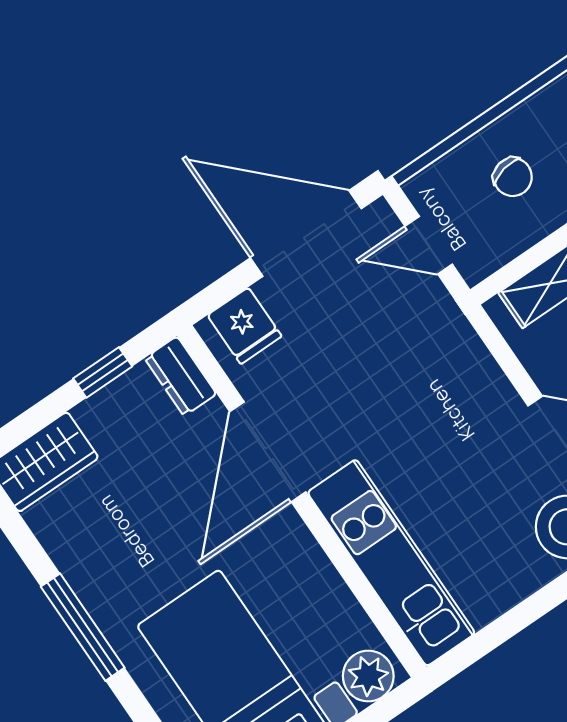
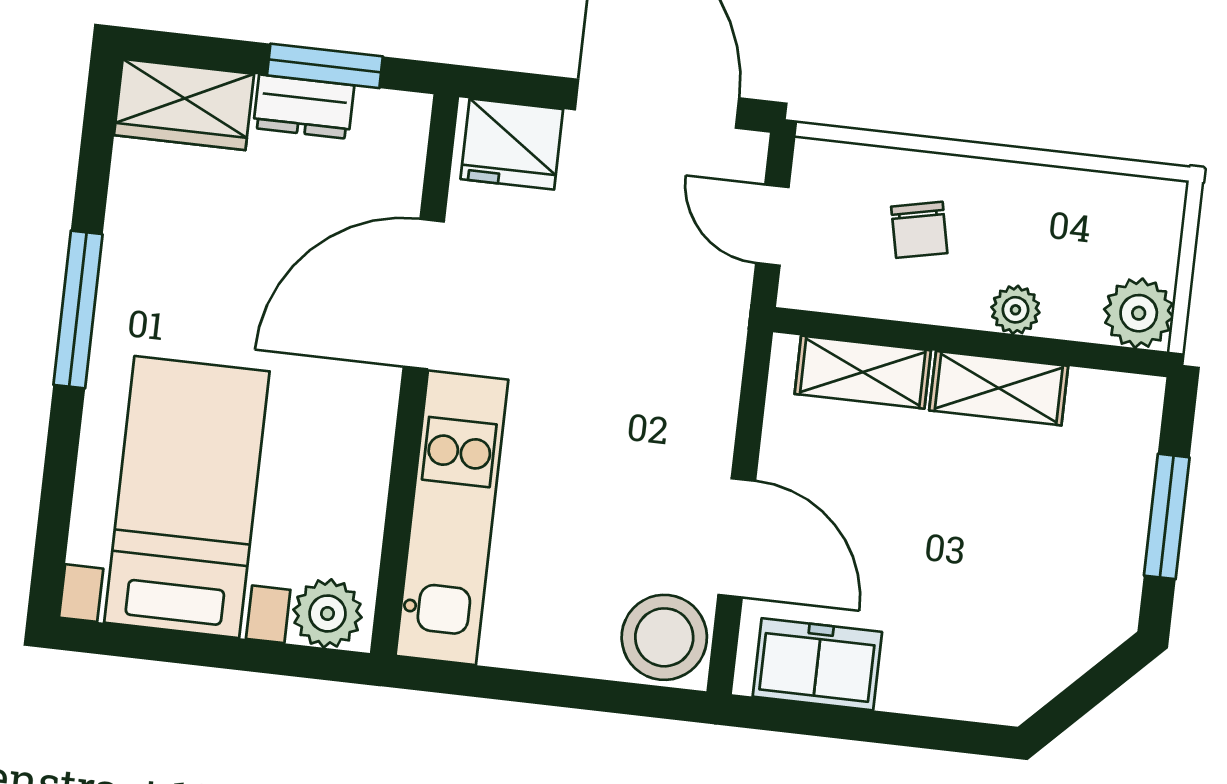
fridge: (245, 326) -> (512, 144), width x1.38
window: (103, 372) -> (325, 66), width x1.50
dresser: (181, 376) -> (304, 107), moved, turned -90

